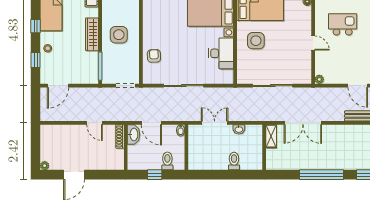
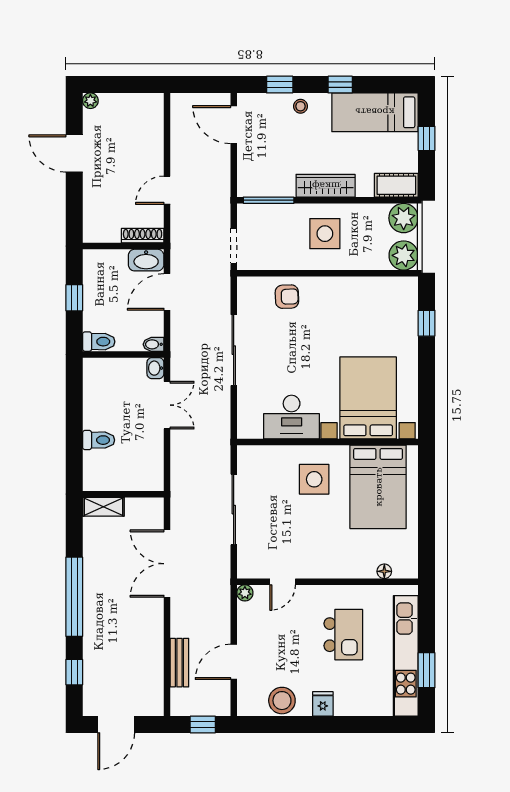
door: (313, 43) -> (283, 582), moved
washbasin: (239, 129) -> (155, 368), moved
shelving: (271, 136) -> (103, 507), moved
toilet: (167, 161) -> (99, 342), moved

